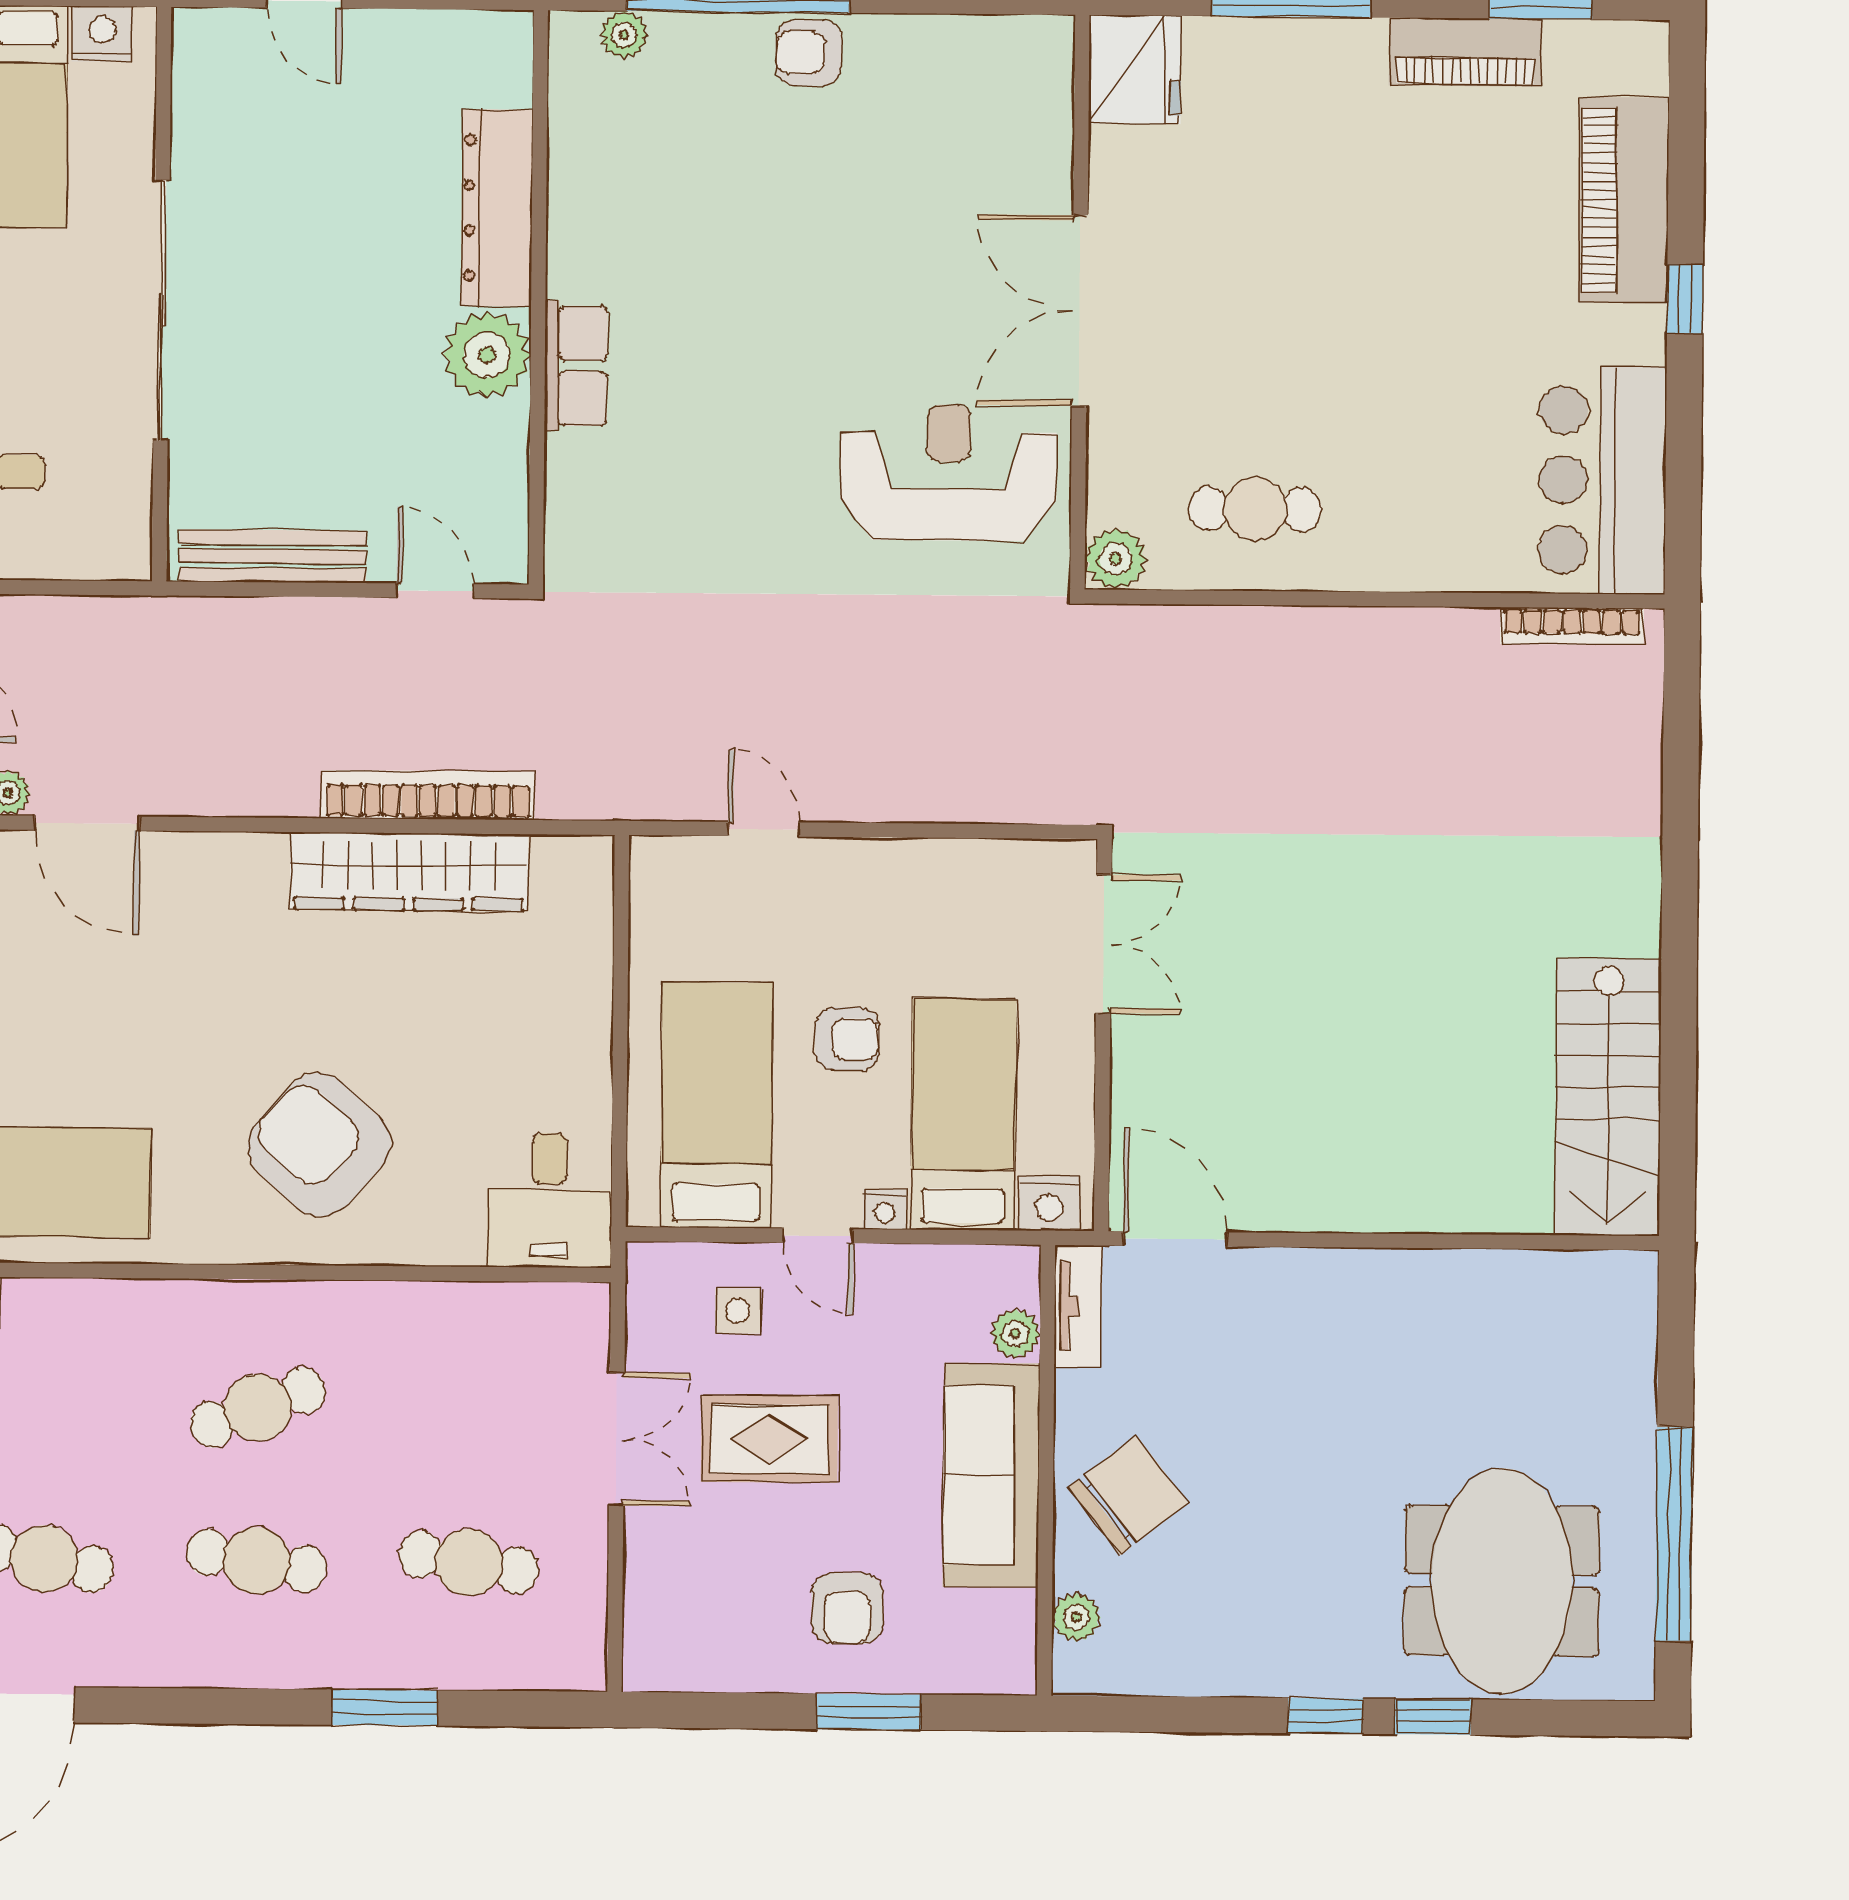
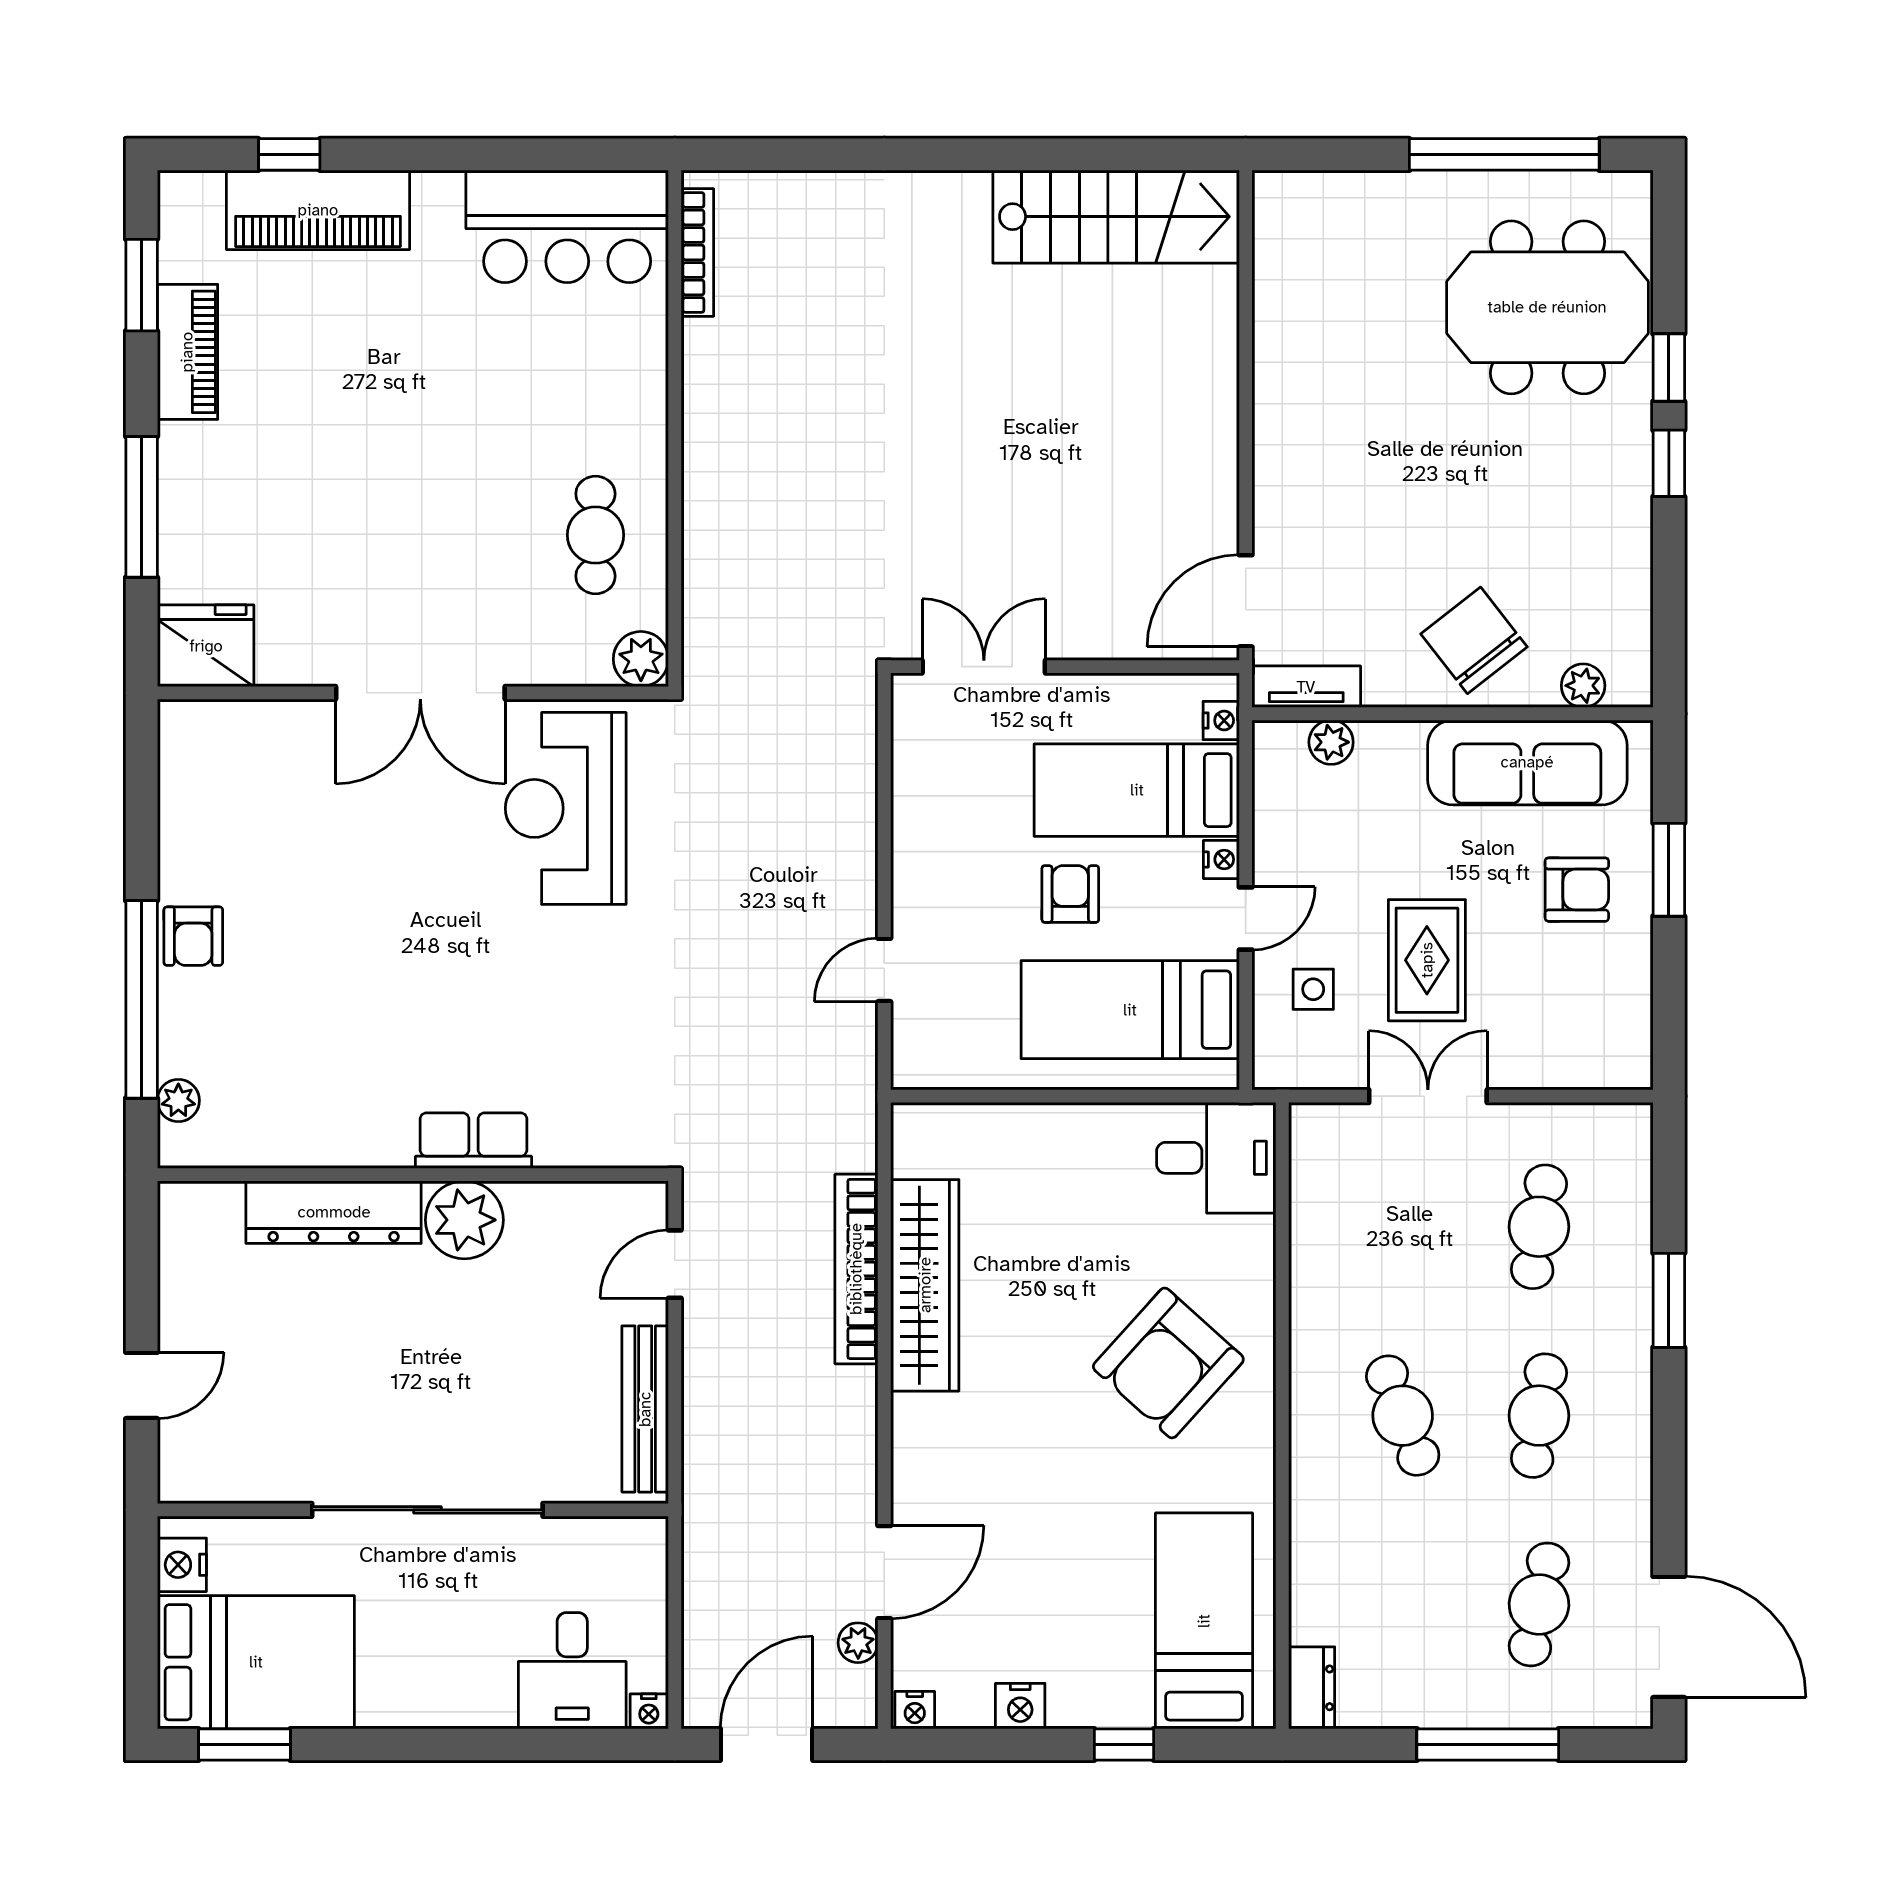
window: (1685, 299) -> (289, 154), moved
nightstand: (1049, 1203) -> (1221, 720), width x0.72, depth x0.74
sofa: (991, 1475) -> (1527, 762), moved

